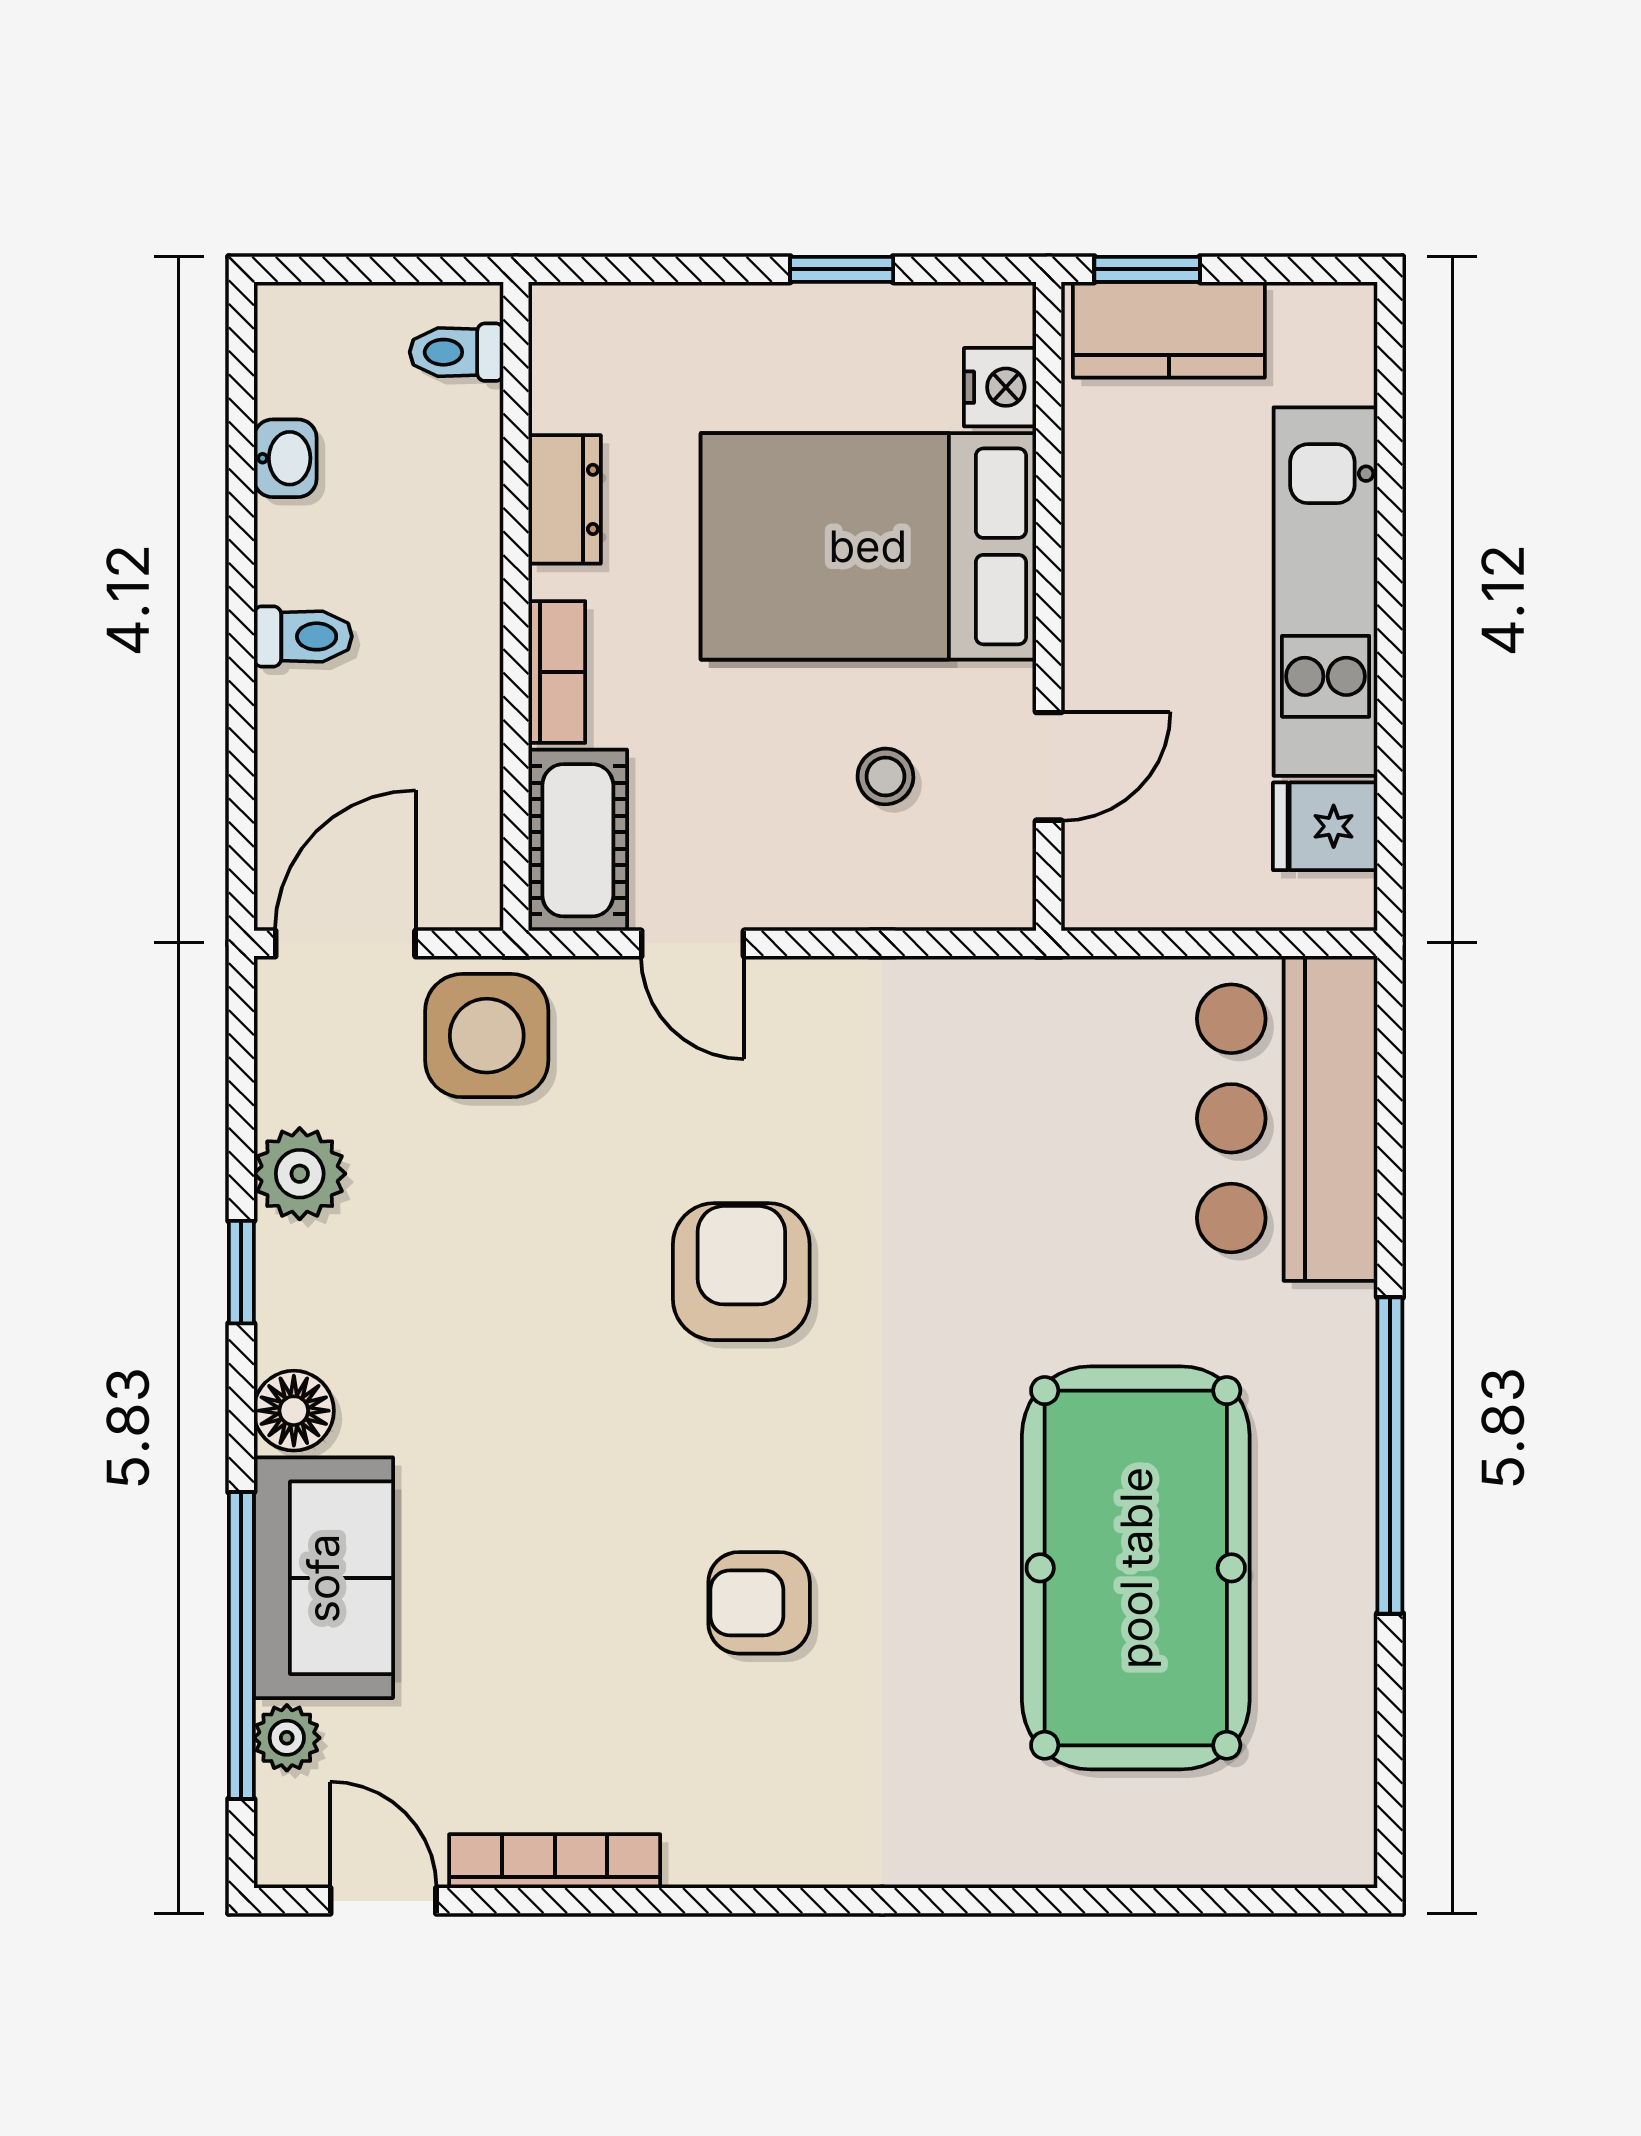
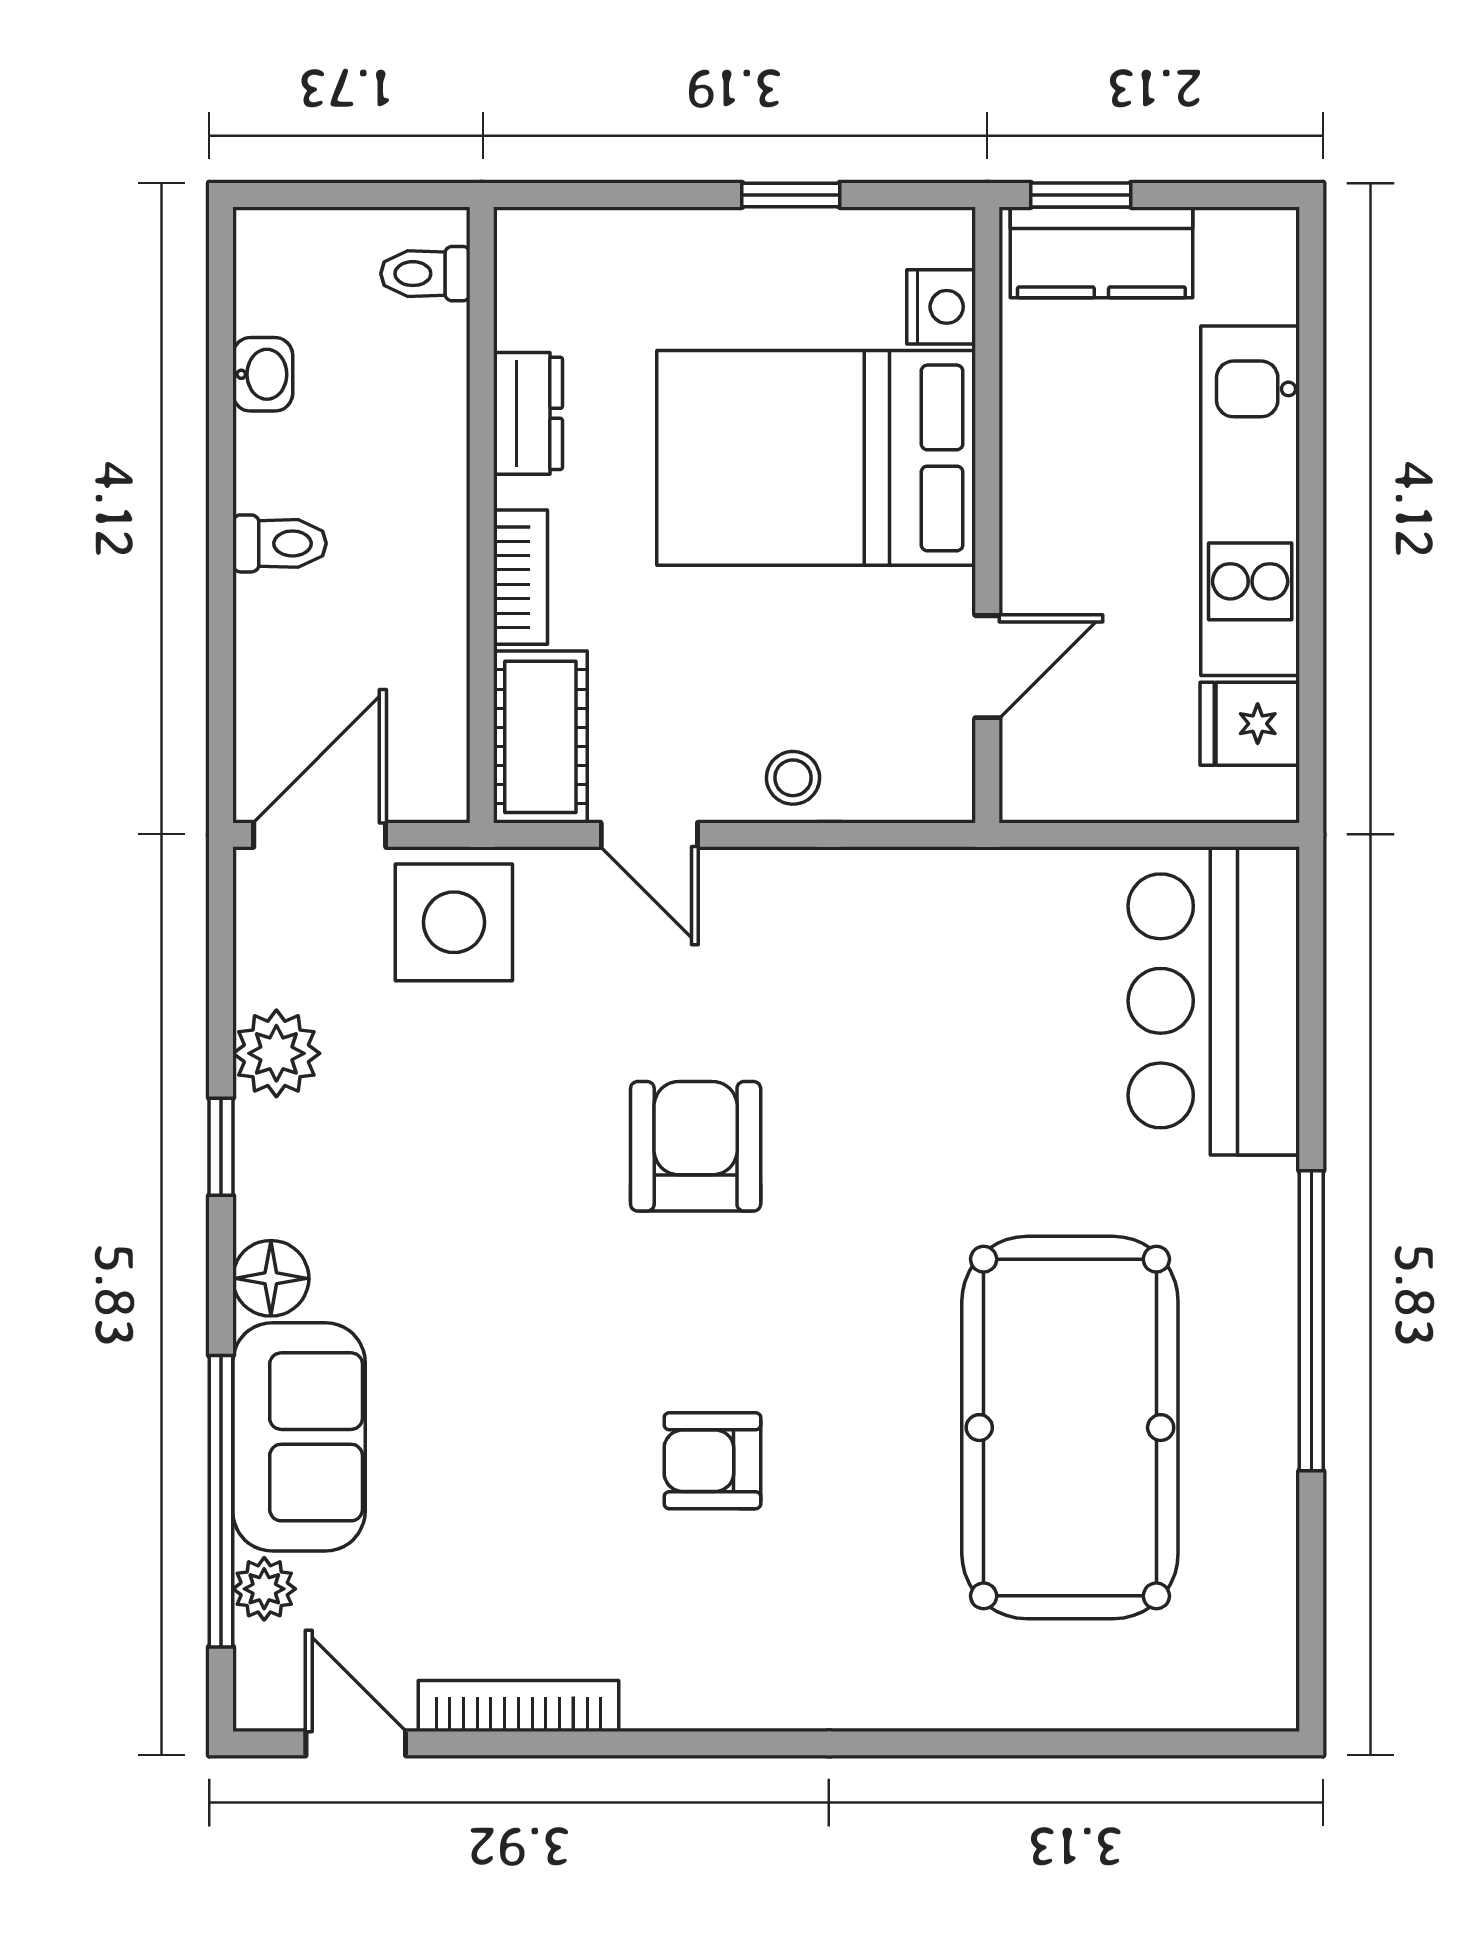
stool: (885, 776) -> (793, 778), moved

